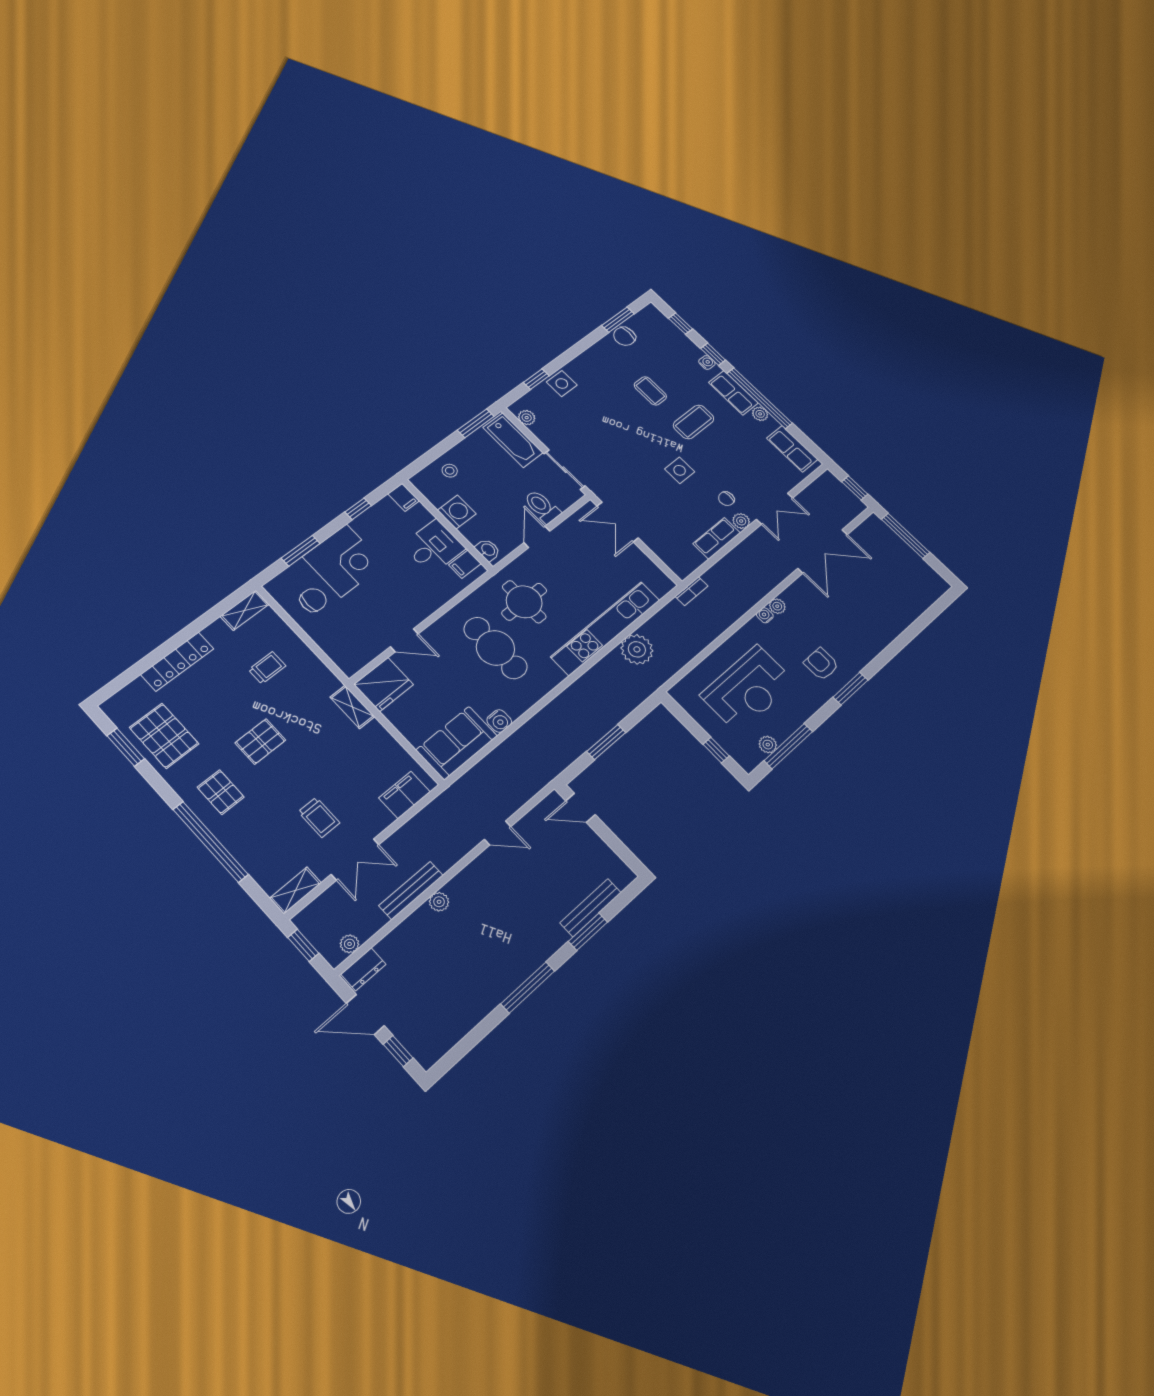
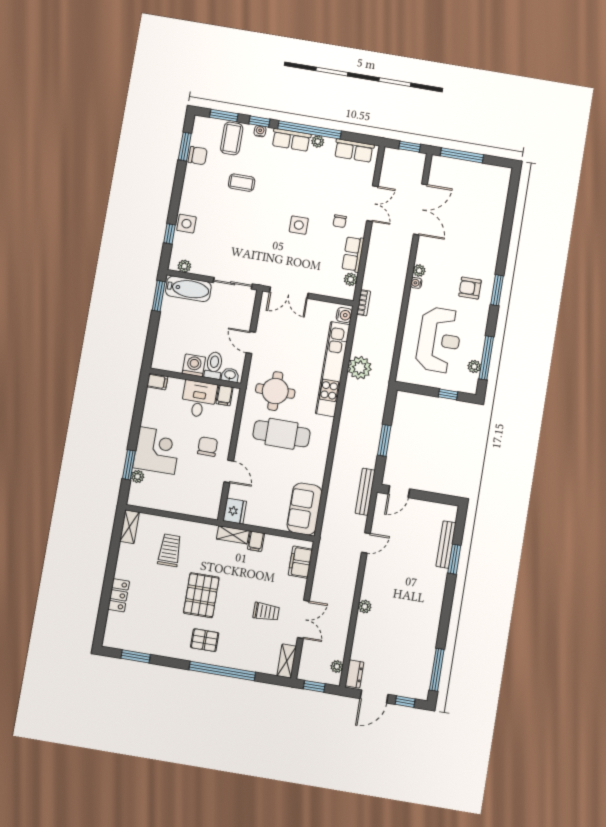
window: (680, 324) -> (224, 116), width x1.50
chair: (625, 336) -> (198, 156), turned -90
coffee table: (694, 422) -> (232, 138), moved
stool: (450, 471) -> (169, 341), removed
toilet: (542, 507) -> (214, 365), moved, turned 90
window: (358, 509) -> (138, 411), removed
plant: (741, 521) -> (351, 279), moved
plant: (299, 569) -> (138, 476), added
chair: (313, 600) -> (208, 447), moved
door: (404, 640) -> (229, 471), hinge flipped
locker: (177, 662) -> (119, 595), width x0.66
trolley: (267, 668) -> (170, 550), width x1.36, depth x1.39
fridge: (384, 684) -> (235, 511), width x0.73, depth x0.75
water cooler: (499, 721) -> (344, 315), moved
filing cabinet: (373, 734) -> (256, 541), added
pallet: (164, 736) -> (149, 634), removed
pallet: (260, 741) -> (201, 595), width x1.50, depth x1.42
bench: (411, 890) -> (365, 492), moved
window: (528, 987) -> (437, 670), moved

